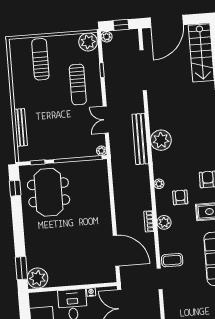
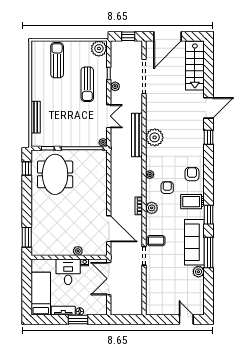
plant: (107, 37) -> (115, 86), moved
double door: (106, 120) -> (109, 116), swing flipped
plant: (37, 278) -> (78, 251), moved, width x0.53, depth x0.53

